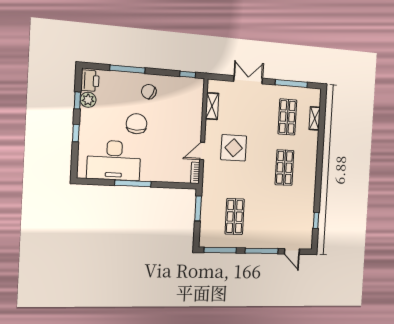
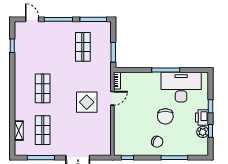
printer: (90, 81) -> (202, 118), moved
shelving: (212, 106) -> (106, 134), removed

